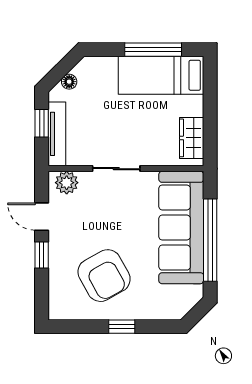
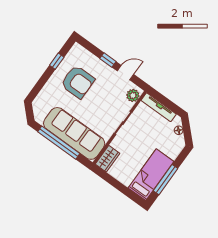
window: (42, 123) -> (169, 104), removed
wardrobe: (192, 138) -> (107, 159), moved, turned 90
armchair: (104, 276) -> (78, 82), turned -151
window: (122, 327) -> (57, 61), moved

